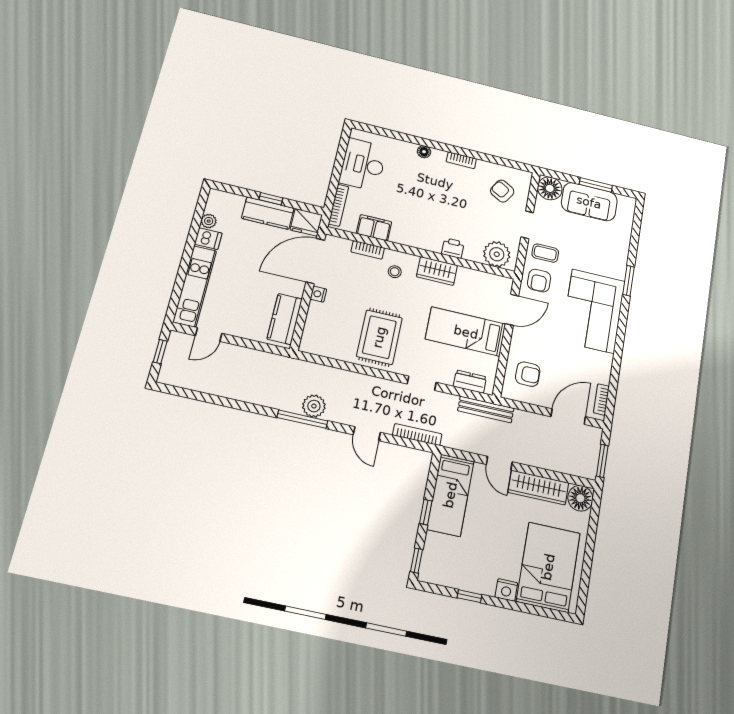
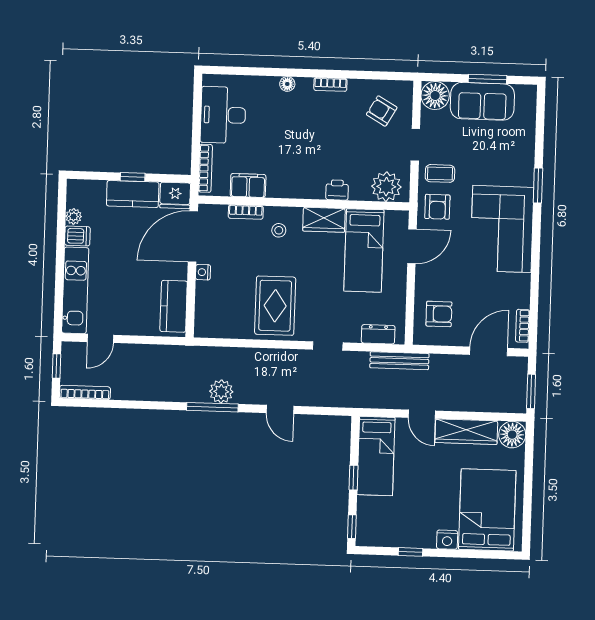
bed: (466, 332) -> (364, 250), moved, turned -90
bookcase: (417, 435) -> (85, 392), moved

